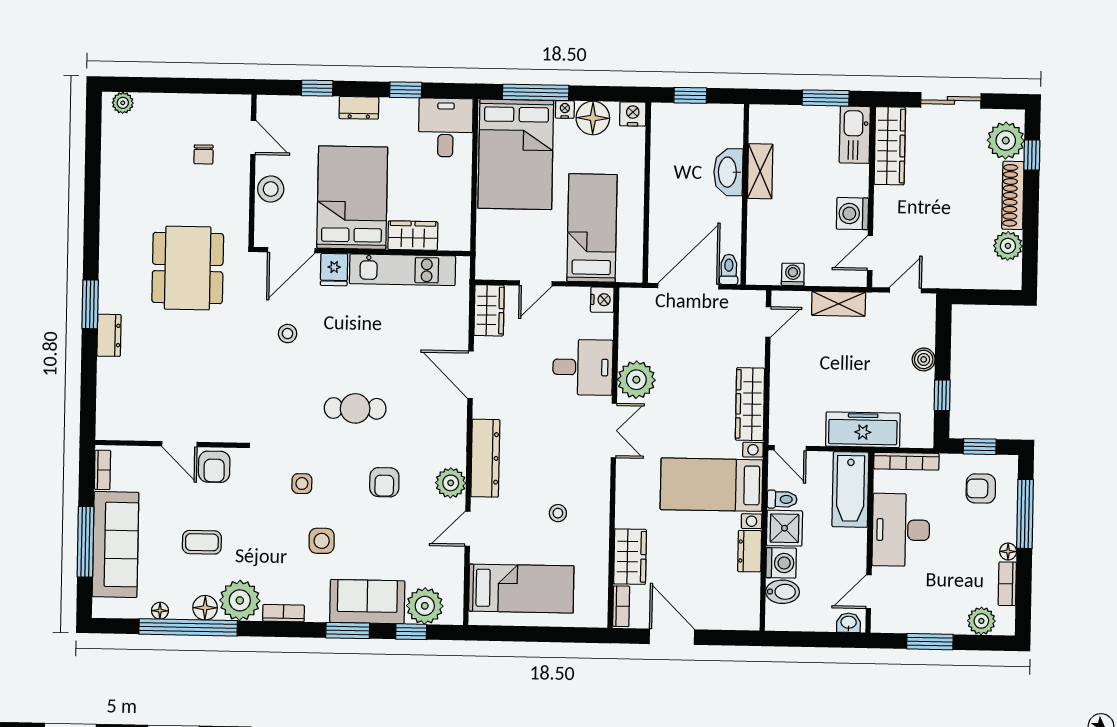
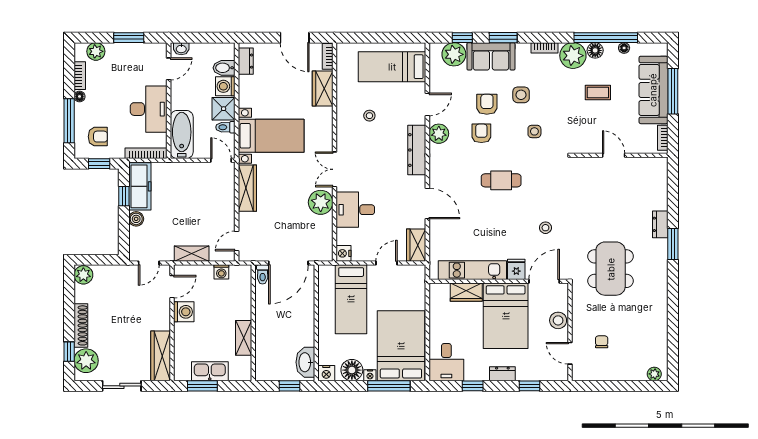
kitchen sink: (855, 135) -> (210, 371), moved, turned -90
washbasin: (728, 172) -> (305, 362), moved, turned 180
plant: (1008, 246) -> (83, 275), moved
freezer: (863, 430) -> (140, 186), moved, turned -90
armchair: (214, 467) -> (487, 104), moved
dresser: (750, 551) -> (246, 61), moved

